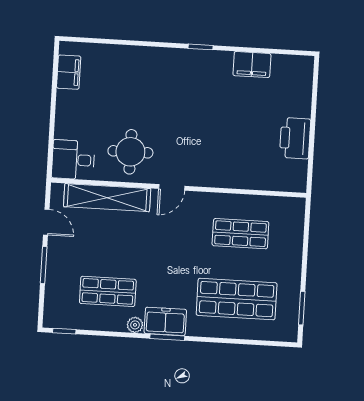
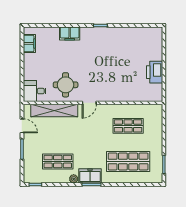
filing cabinet: (252, 65) -> (70, 33), moved

